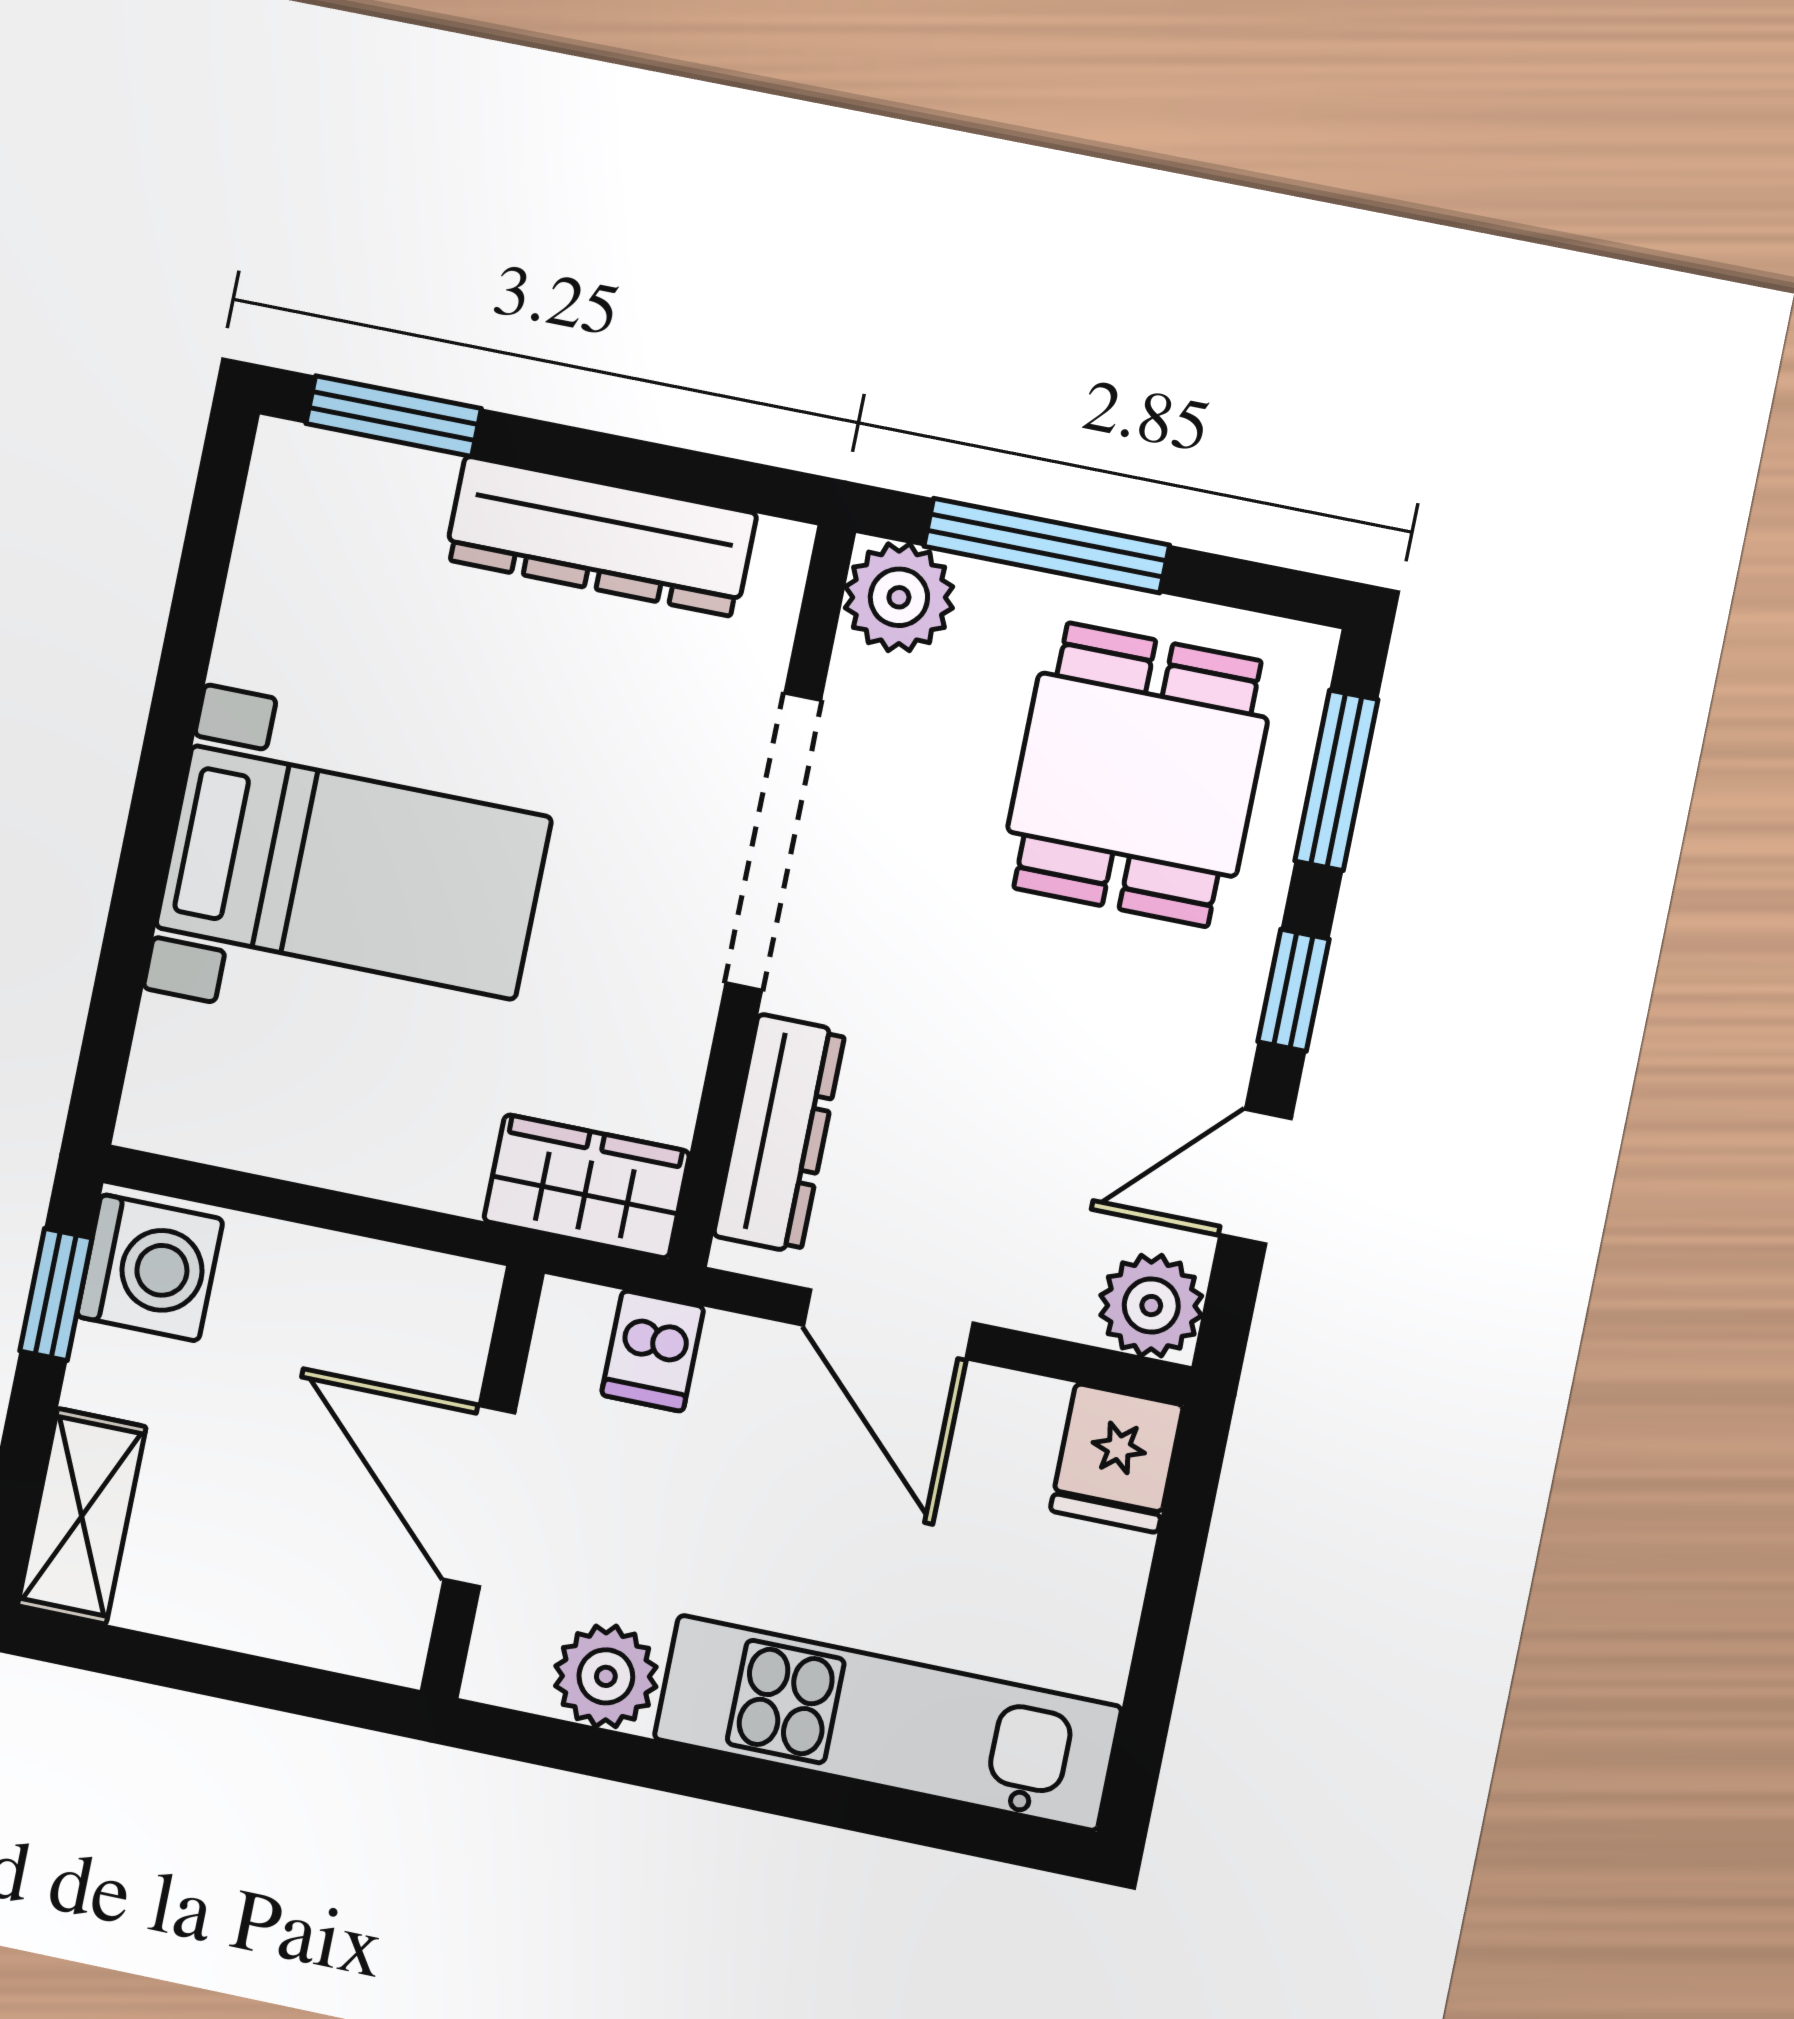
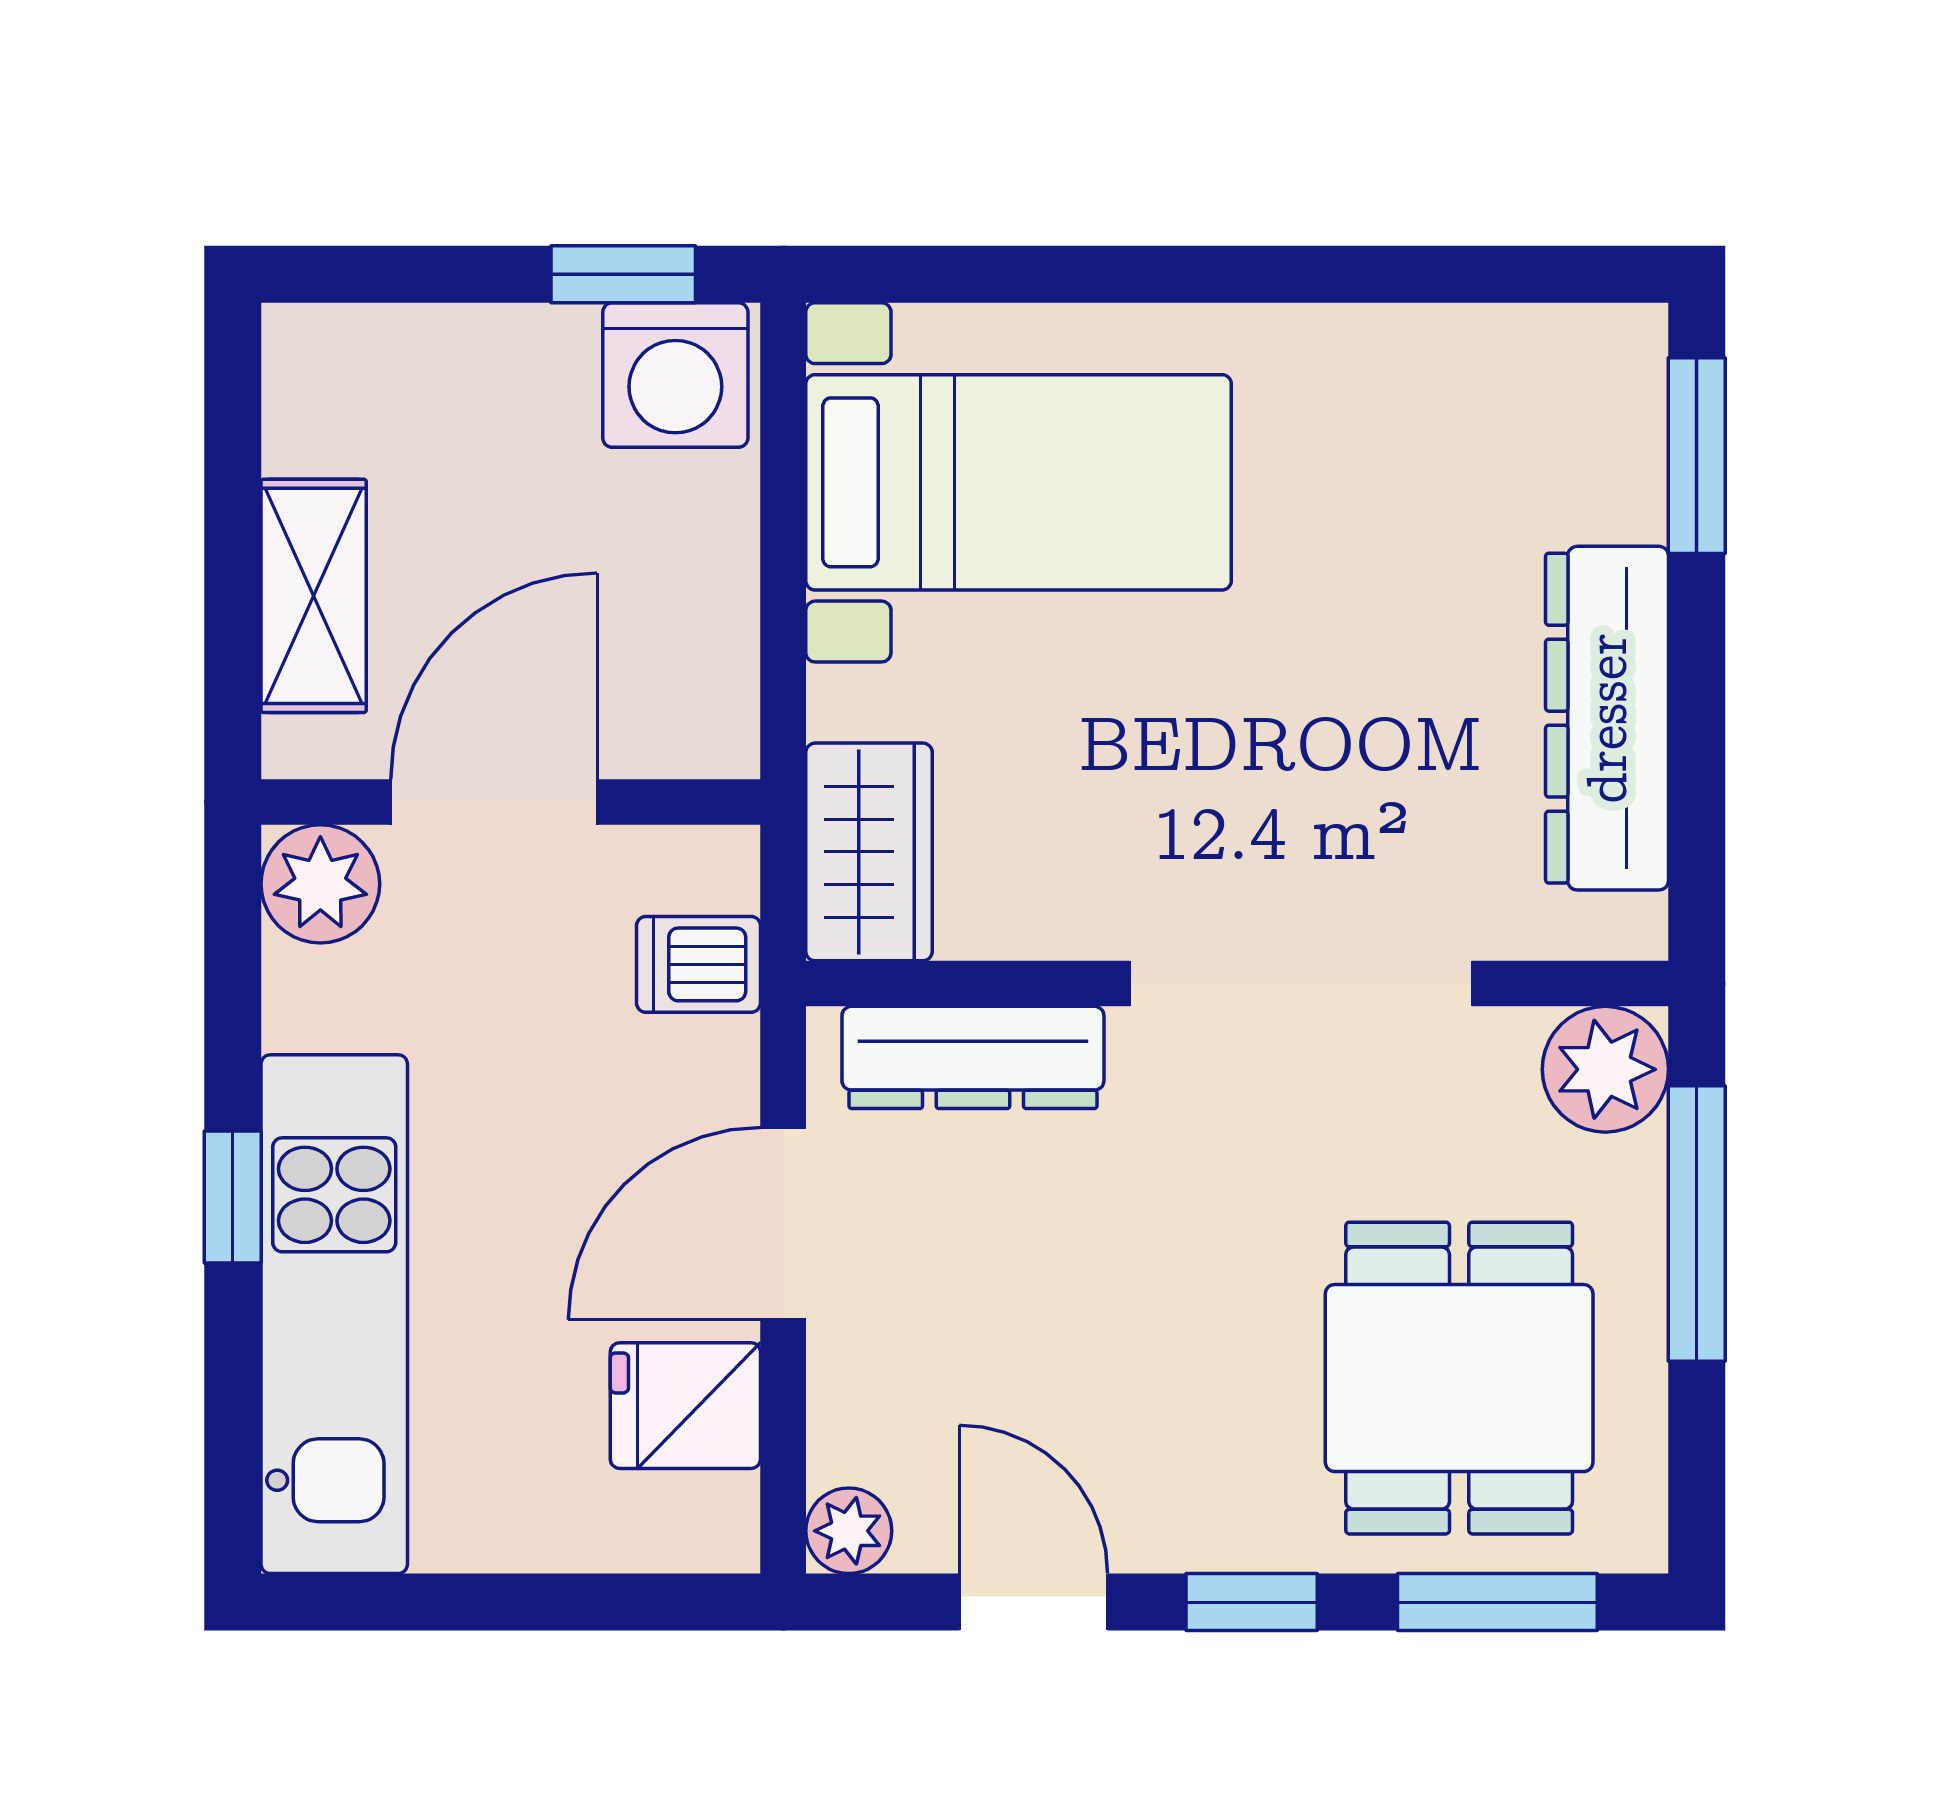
dining table: (1137, 775) -> (1459, 1378), turned 90
bed with nightstands: (353, 872) -> (1019, 482), moved, turned -90
plant: (1151, 1306) -> (849, 1531), width x0.73, depth x0.73
fridge: (1117, 1458) -> (685, 1406), moved
shelving: (82, 1516) -> (314, 596), moved, turned 90
plant: (606, 1676) -> (320, 884), moved
window: (770, 1788) -> (233, 1197), added

